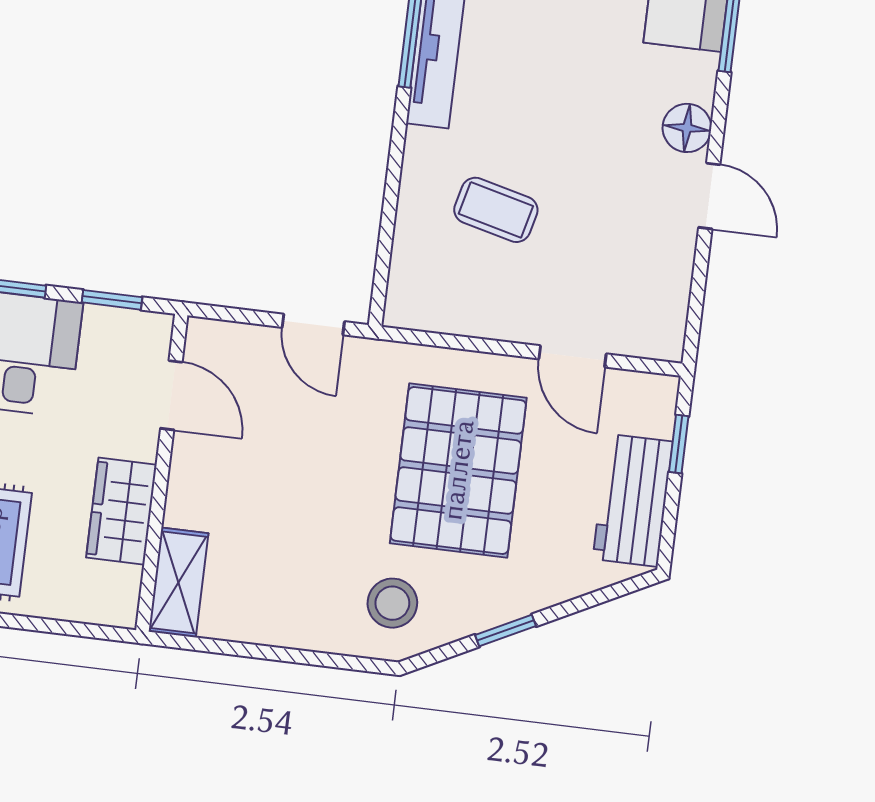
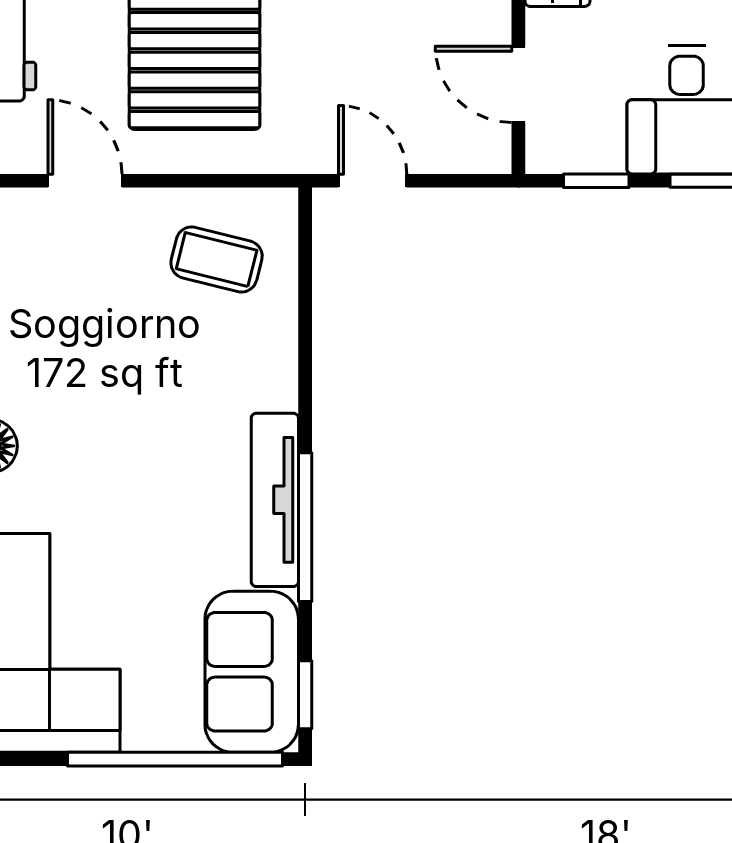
coffee table: (496, 210) -> (217, 259), moved

